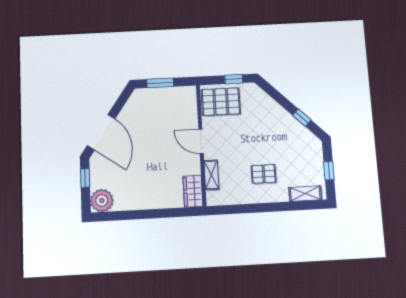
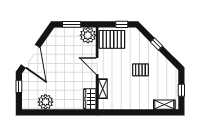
plant: (185, 97) -> (88, 35), added
window: (302, 118) -> (157, 44), moved
pallet: (264, 174) -> (140, 70), moved
plant: (102, 201) -> (45, 102), moved

